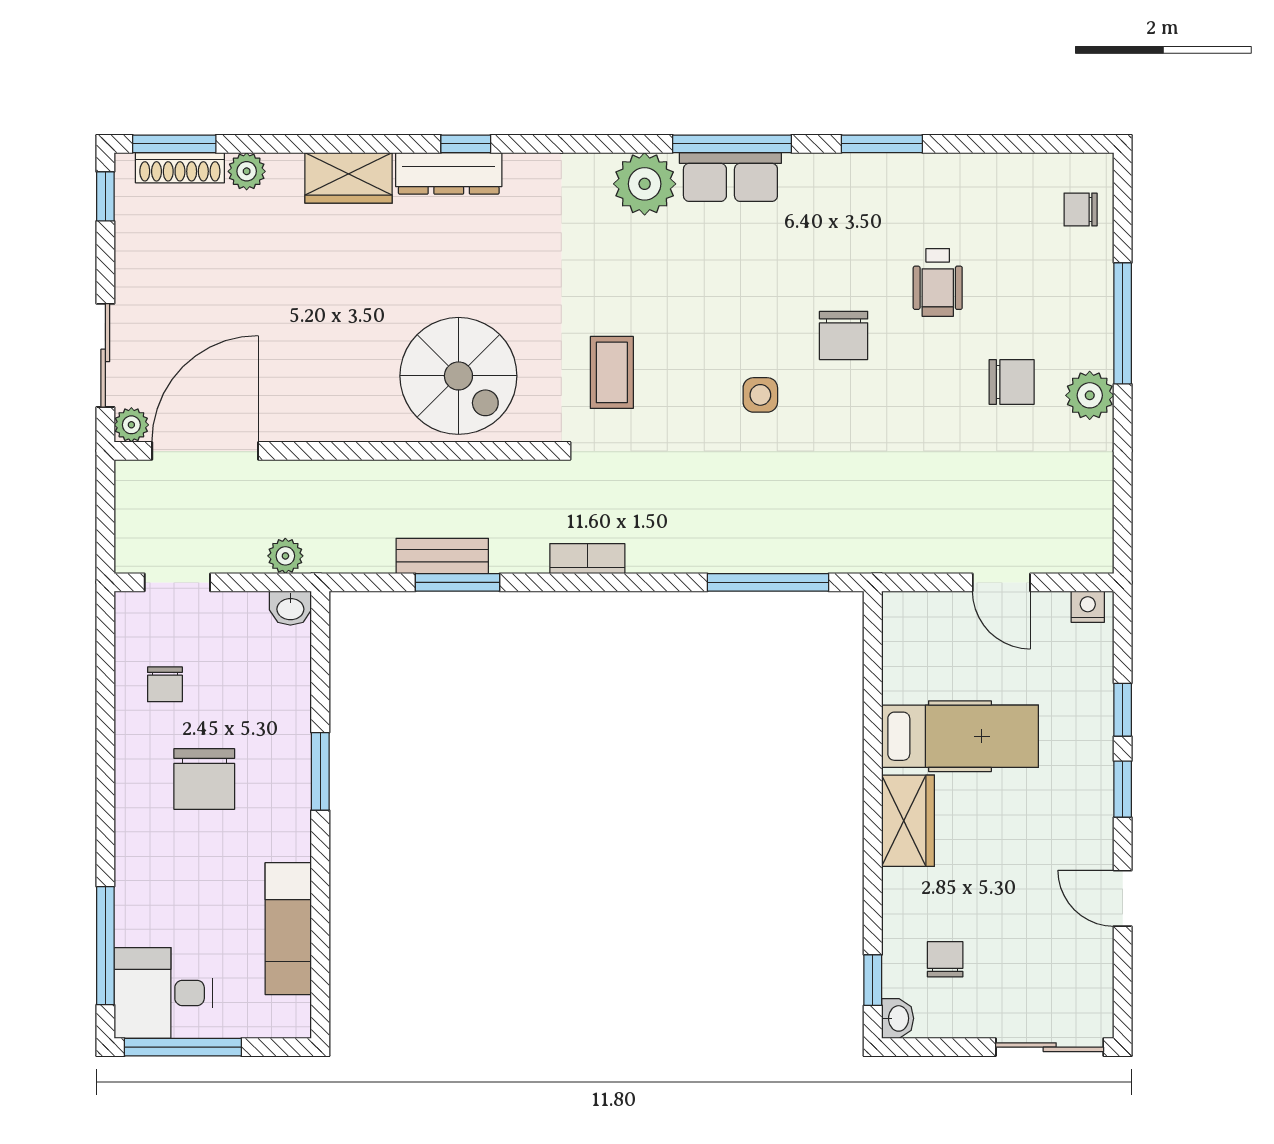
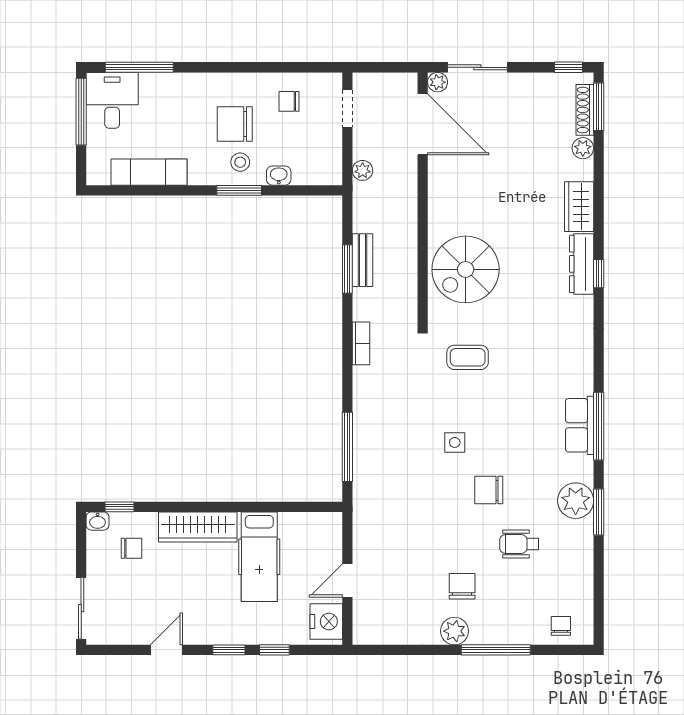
plant: (645, 184) -> (576, 501), moved
chair: (1012, 382) -> (462, 586), turned 180
nightstand: (1088, 607) -> (326, 621), width x1.89, depth x1.79
washbasin: (290, 608) -> (279, 176), moved, turned 90
stool: (271, 769) -> (240, 162), added
wardrobe: (908, 821) -> (198, 527), width x1.50

